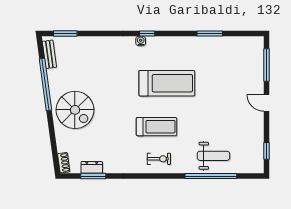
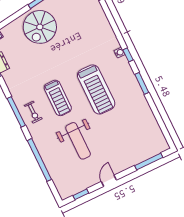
window: (210, 34) -> (142, 83), moved
door: (266, 103) -> (109, 181), moved
weight bench: (213, 156) -> (78, 141), moved, width x1.36, depth x1.33
window: (150, 176) -> (16, 112), added

